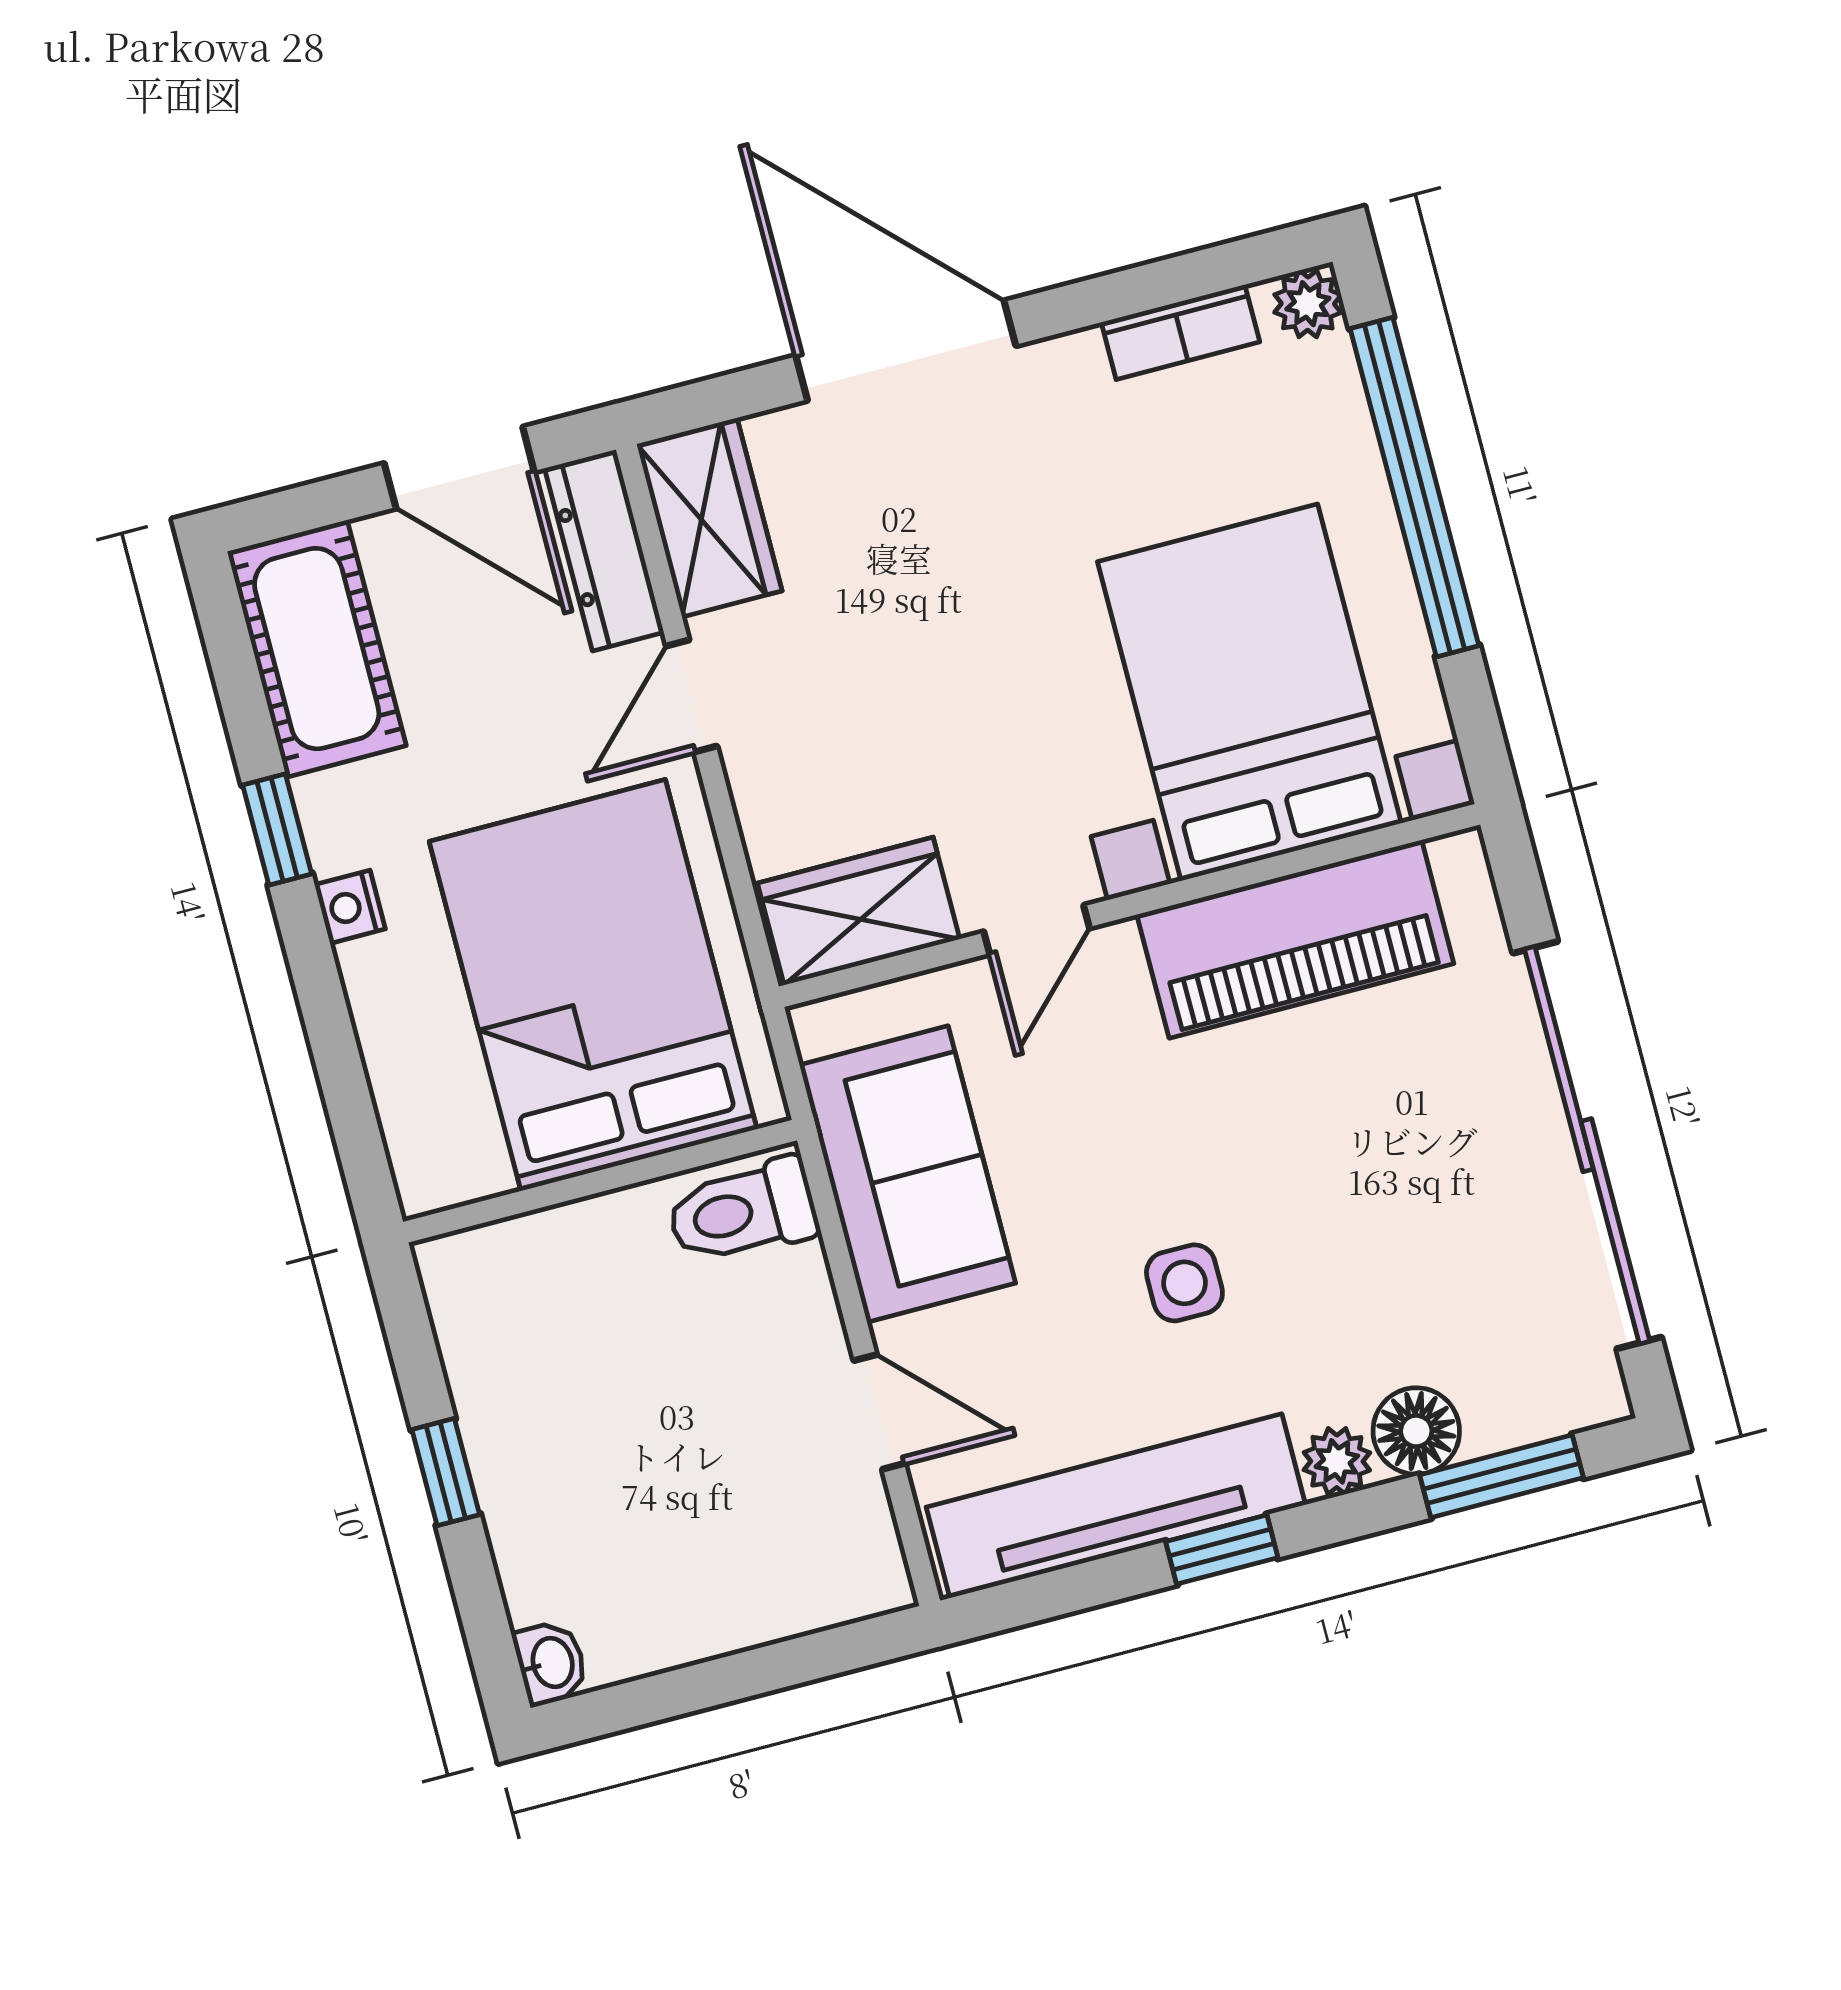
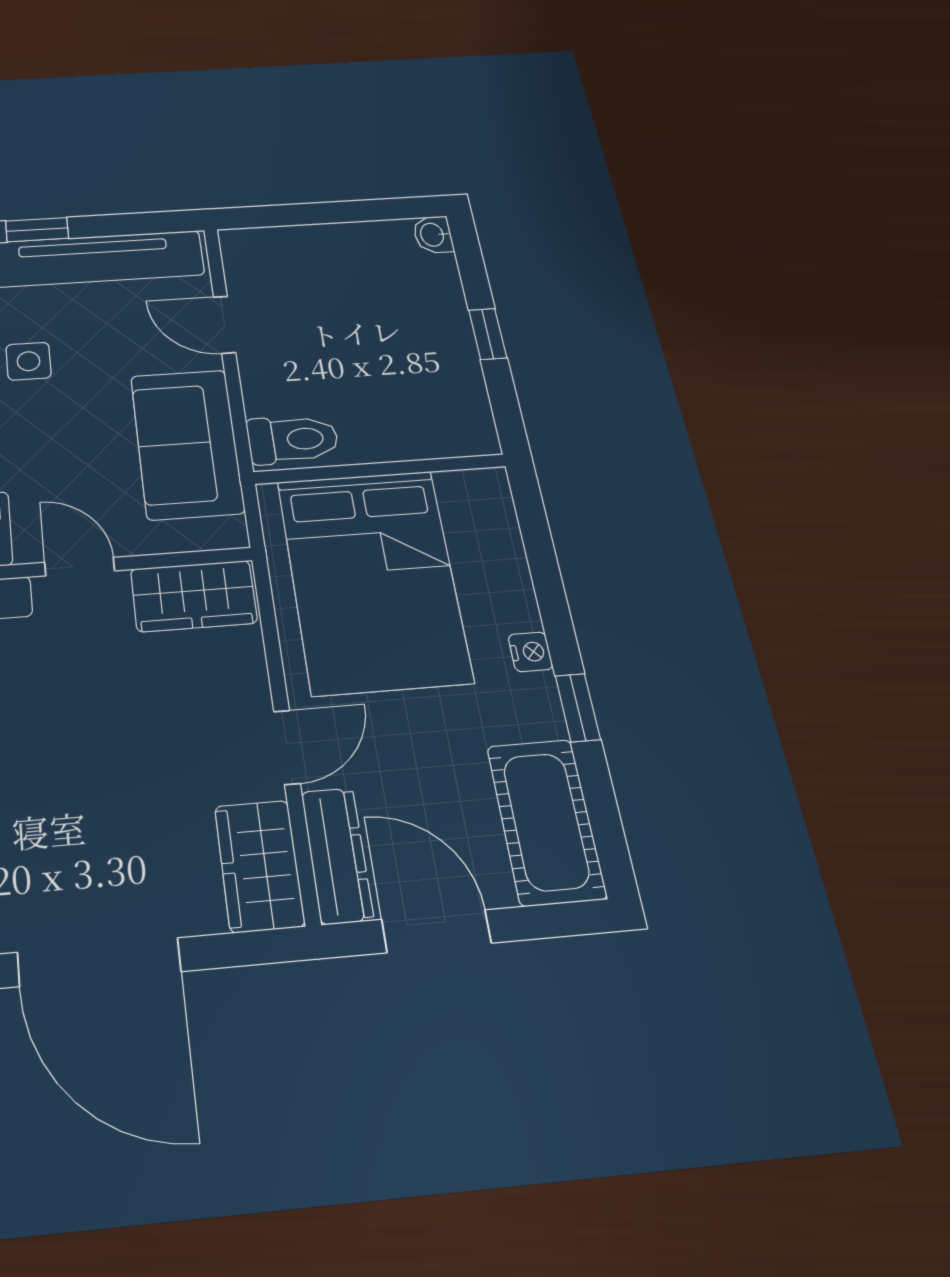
door: (1037, 930) -> (80, 567), hinge flipped

